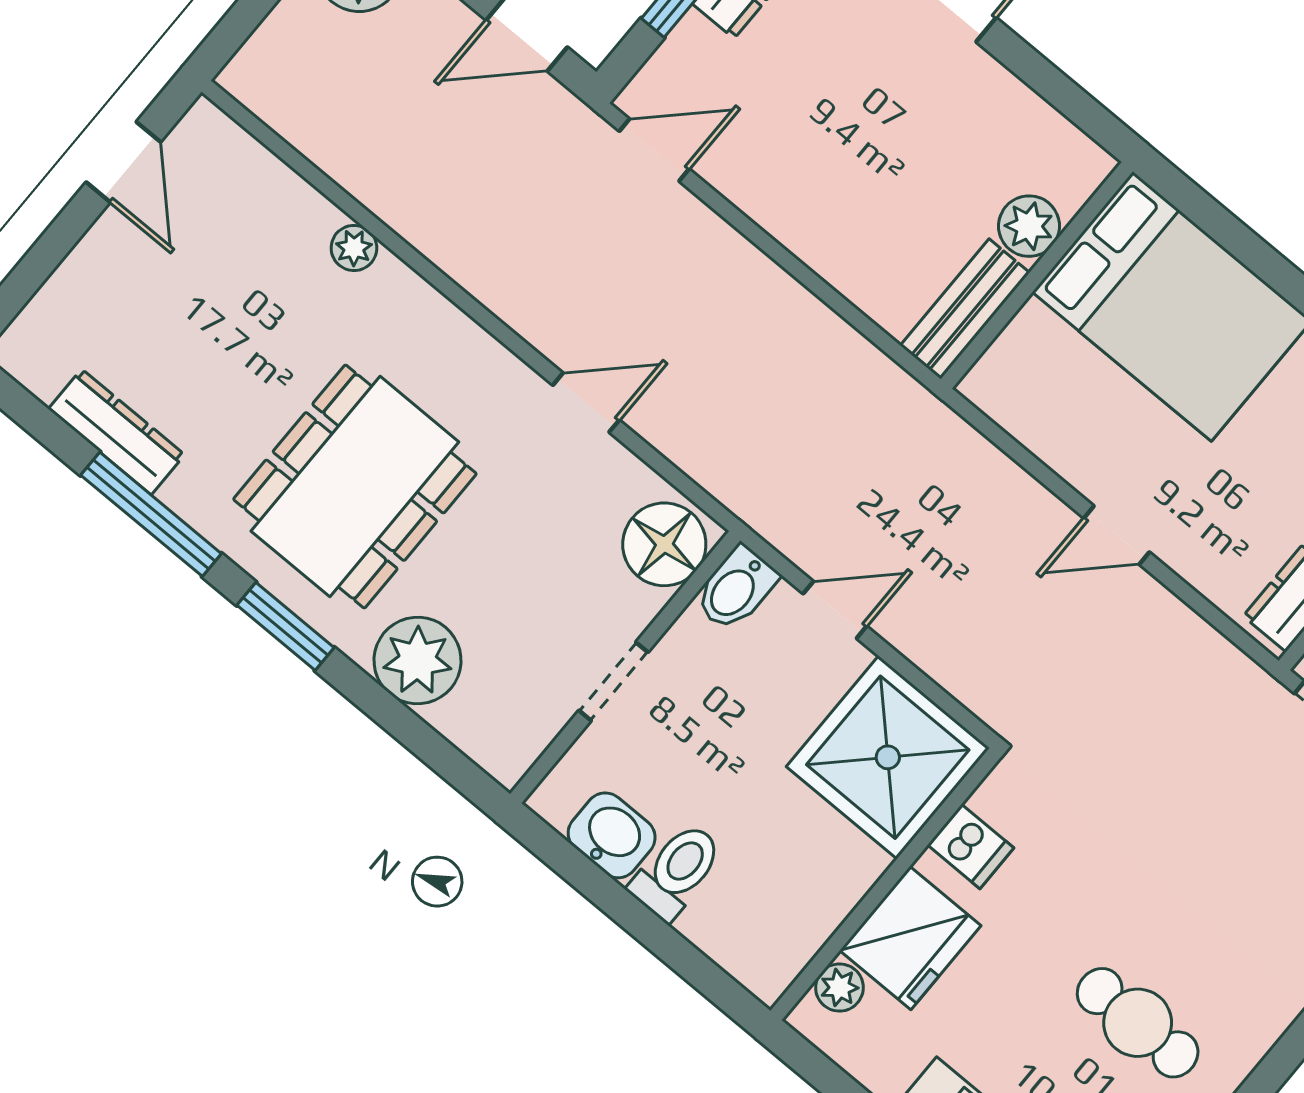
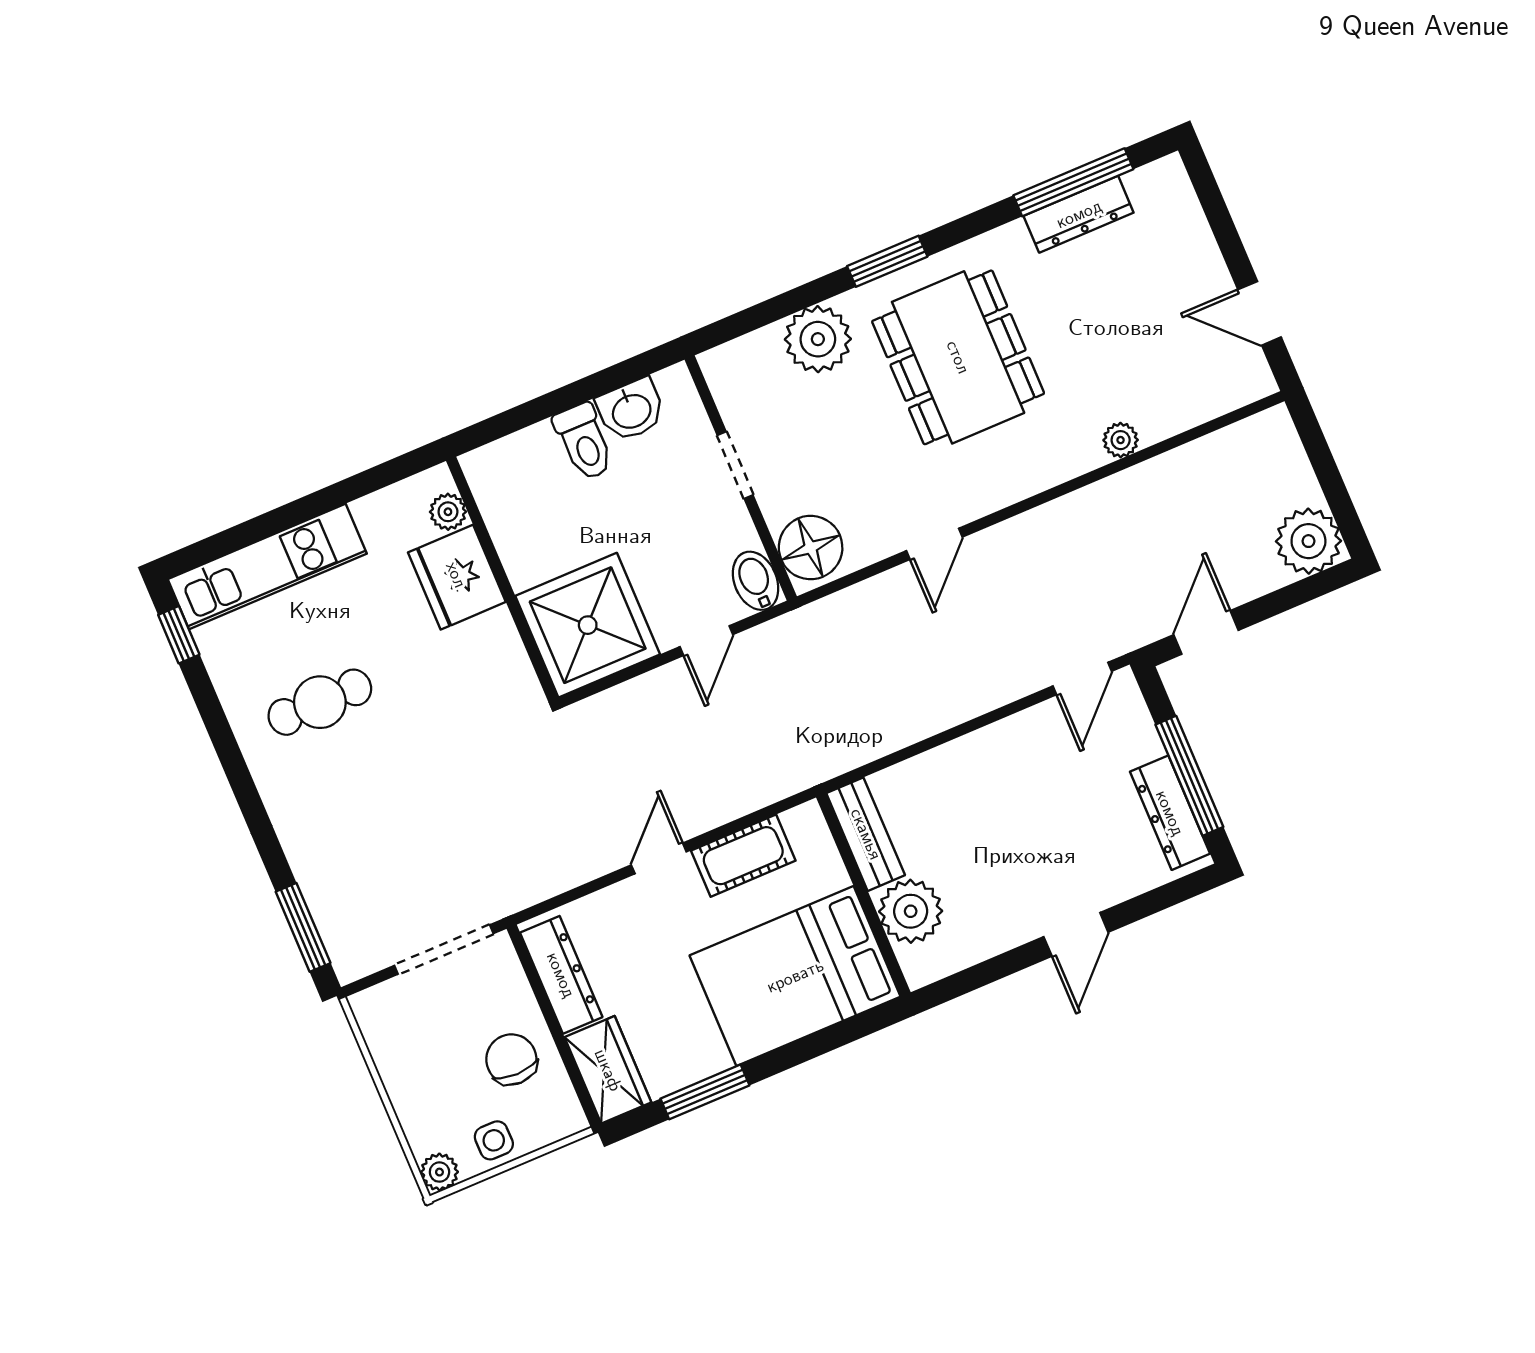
plant: (1029, 226) -> (911, 911), width x1.36, depth x1.36
cot: (1063, 438) -> (743, 856), added
window: (151, 514) -> (1073, 182), moved
dishwasher: (971, 846) -> (498, 650), removed

